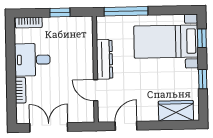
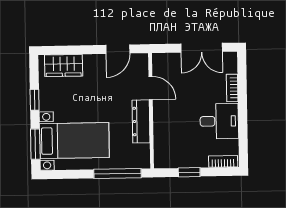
window: (202, 38) -> (35, 144), width x1.50

